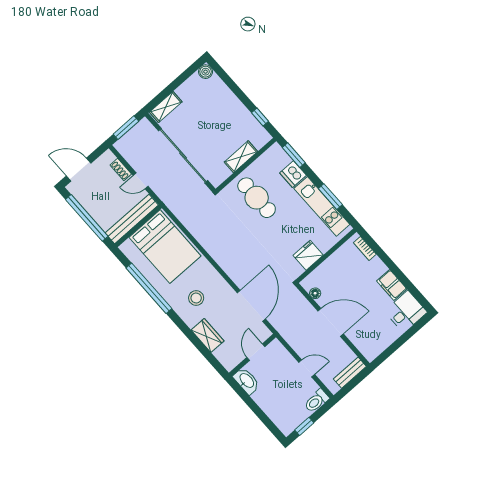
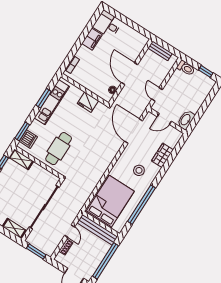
shelving: (241, 157) -> (21, 159), moved
dishwasher: (293, 174) -> (28, 139), moved
door: (251, 306) -> (134, 131), hinge flipped
door: (307, 368) -> (157, 94), moved

